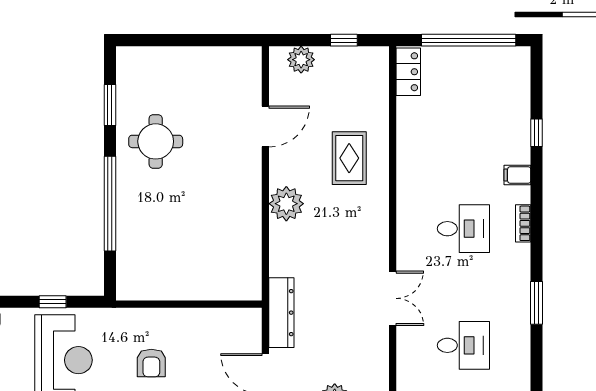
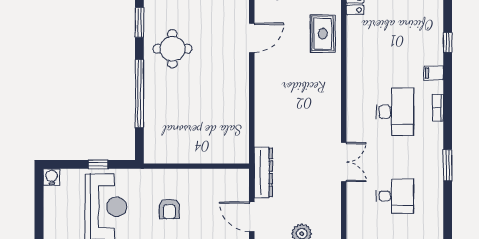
rug: (349, 158) -> (323, 34), moved
plant: (286, 204) -> (267, 94), removed
desk: (463, 229) -> (395, 112), width x1.37

